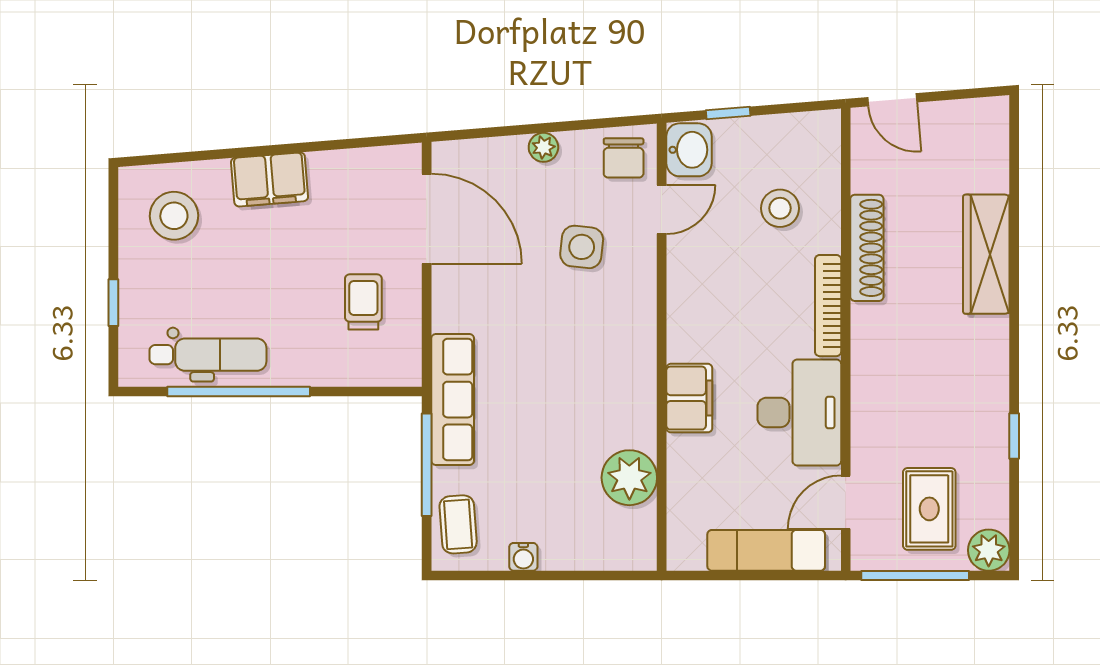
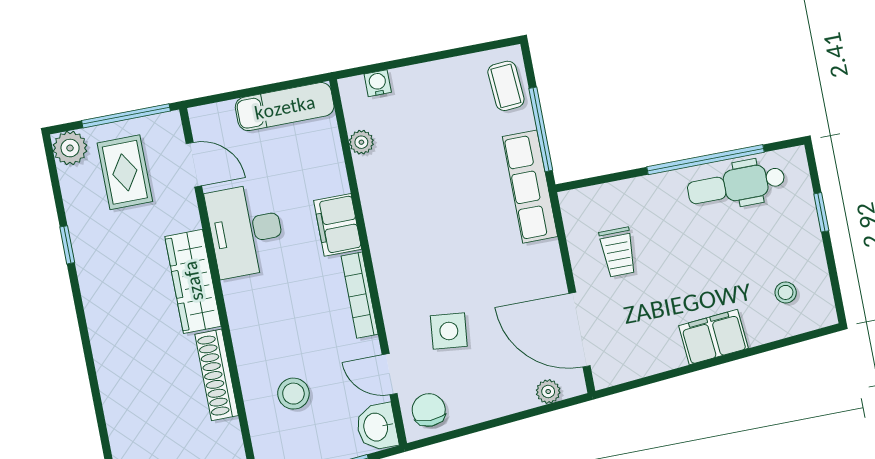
plant: (543, 147) -> (548, 391), moved
door: (662, 209) -> (390, 374), hinge flipped
stool: (174, 216) -> (786, 292), width x0.53, depth x0.53
wardrobe: (986, 254) -> (193, 281), moved, turned 180
bookcase: (828, 306) -> (360, 295), moved, turned 180
plant: (629, 478) -> (361, 142), width x0.53, depth x0.53
door: (846, 502) -> (194, 165), hinge flipped
exam couch: (766, 550) -> (285, 107), moved
water cooler: (523, 557) -> (378, 83), moved

